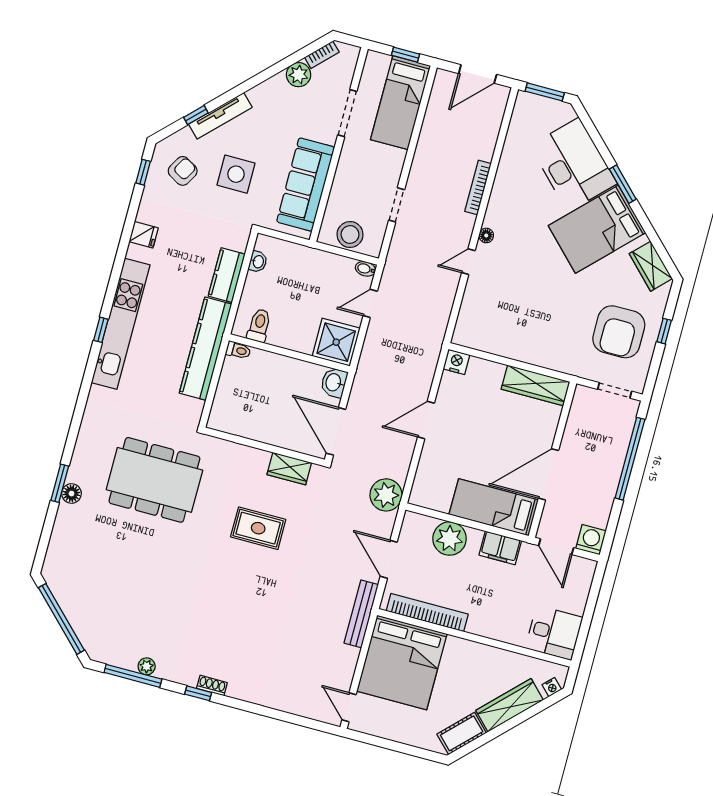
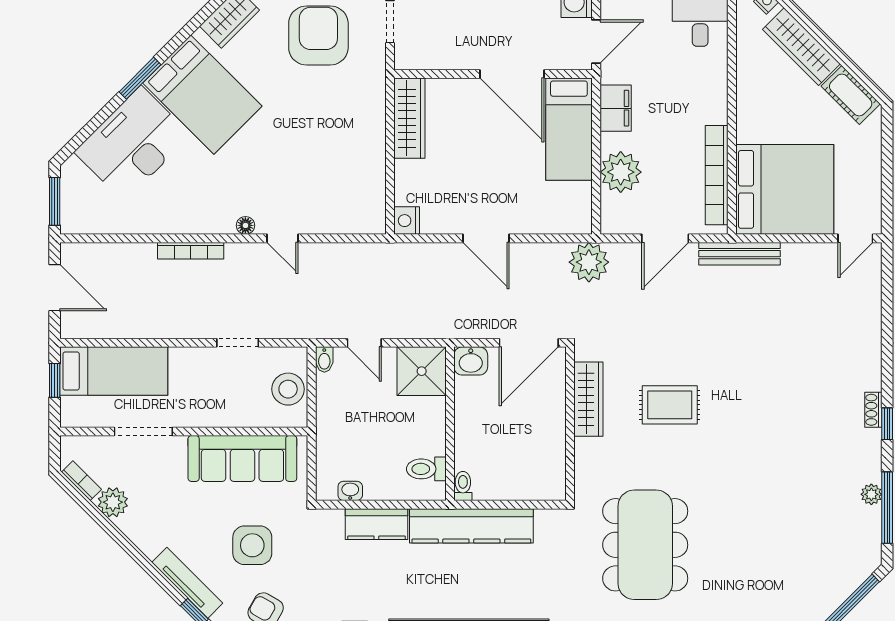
armchair: (619, 332) -> (318, 36), turned -90
wardrobe: (289, 469) -> (588, 399), width x1.50
rug: (258, 528) -> (670, 405), turned 90

